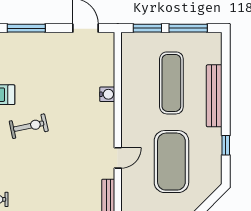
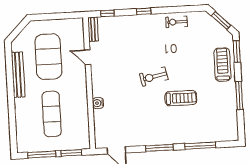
bench: (214, 96) -> (18, 75), moved
window: (226, 145) -> (9, 71), removed
door: (118, 158) -> (88, 57), hinge flipped

